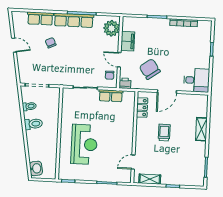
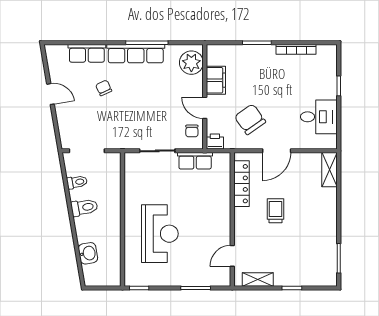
desk: (197, 80) -> (319, 117), moved
locker: (142, 107) -> (242, 184), width x1.53
shelving: (201, 129) -> (330, 170), moved
washbasin: (36, 168) -> (88, 253), moved

